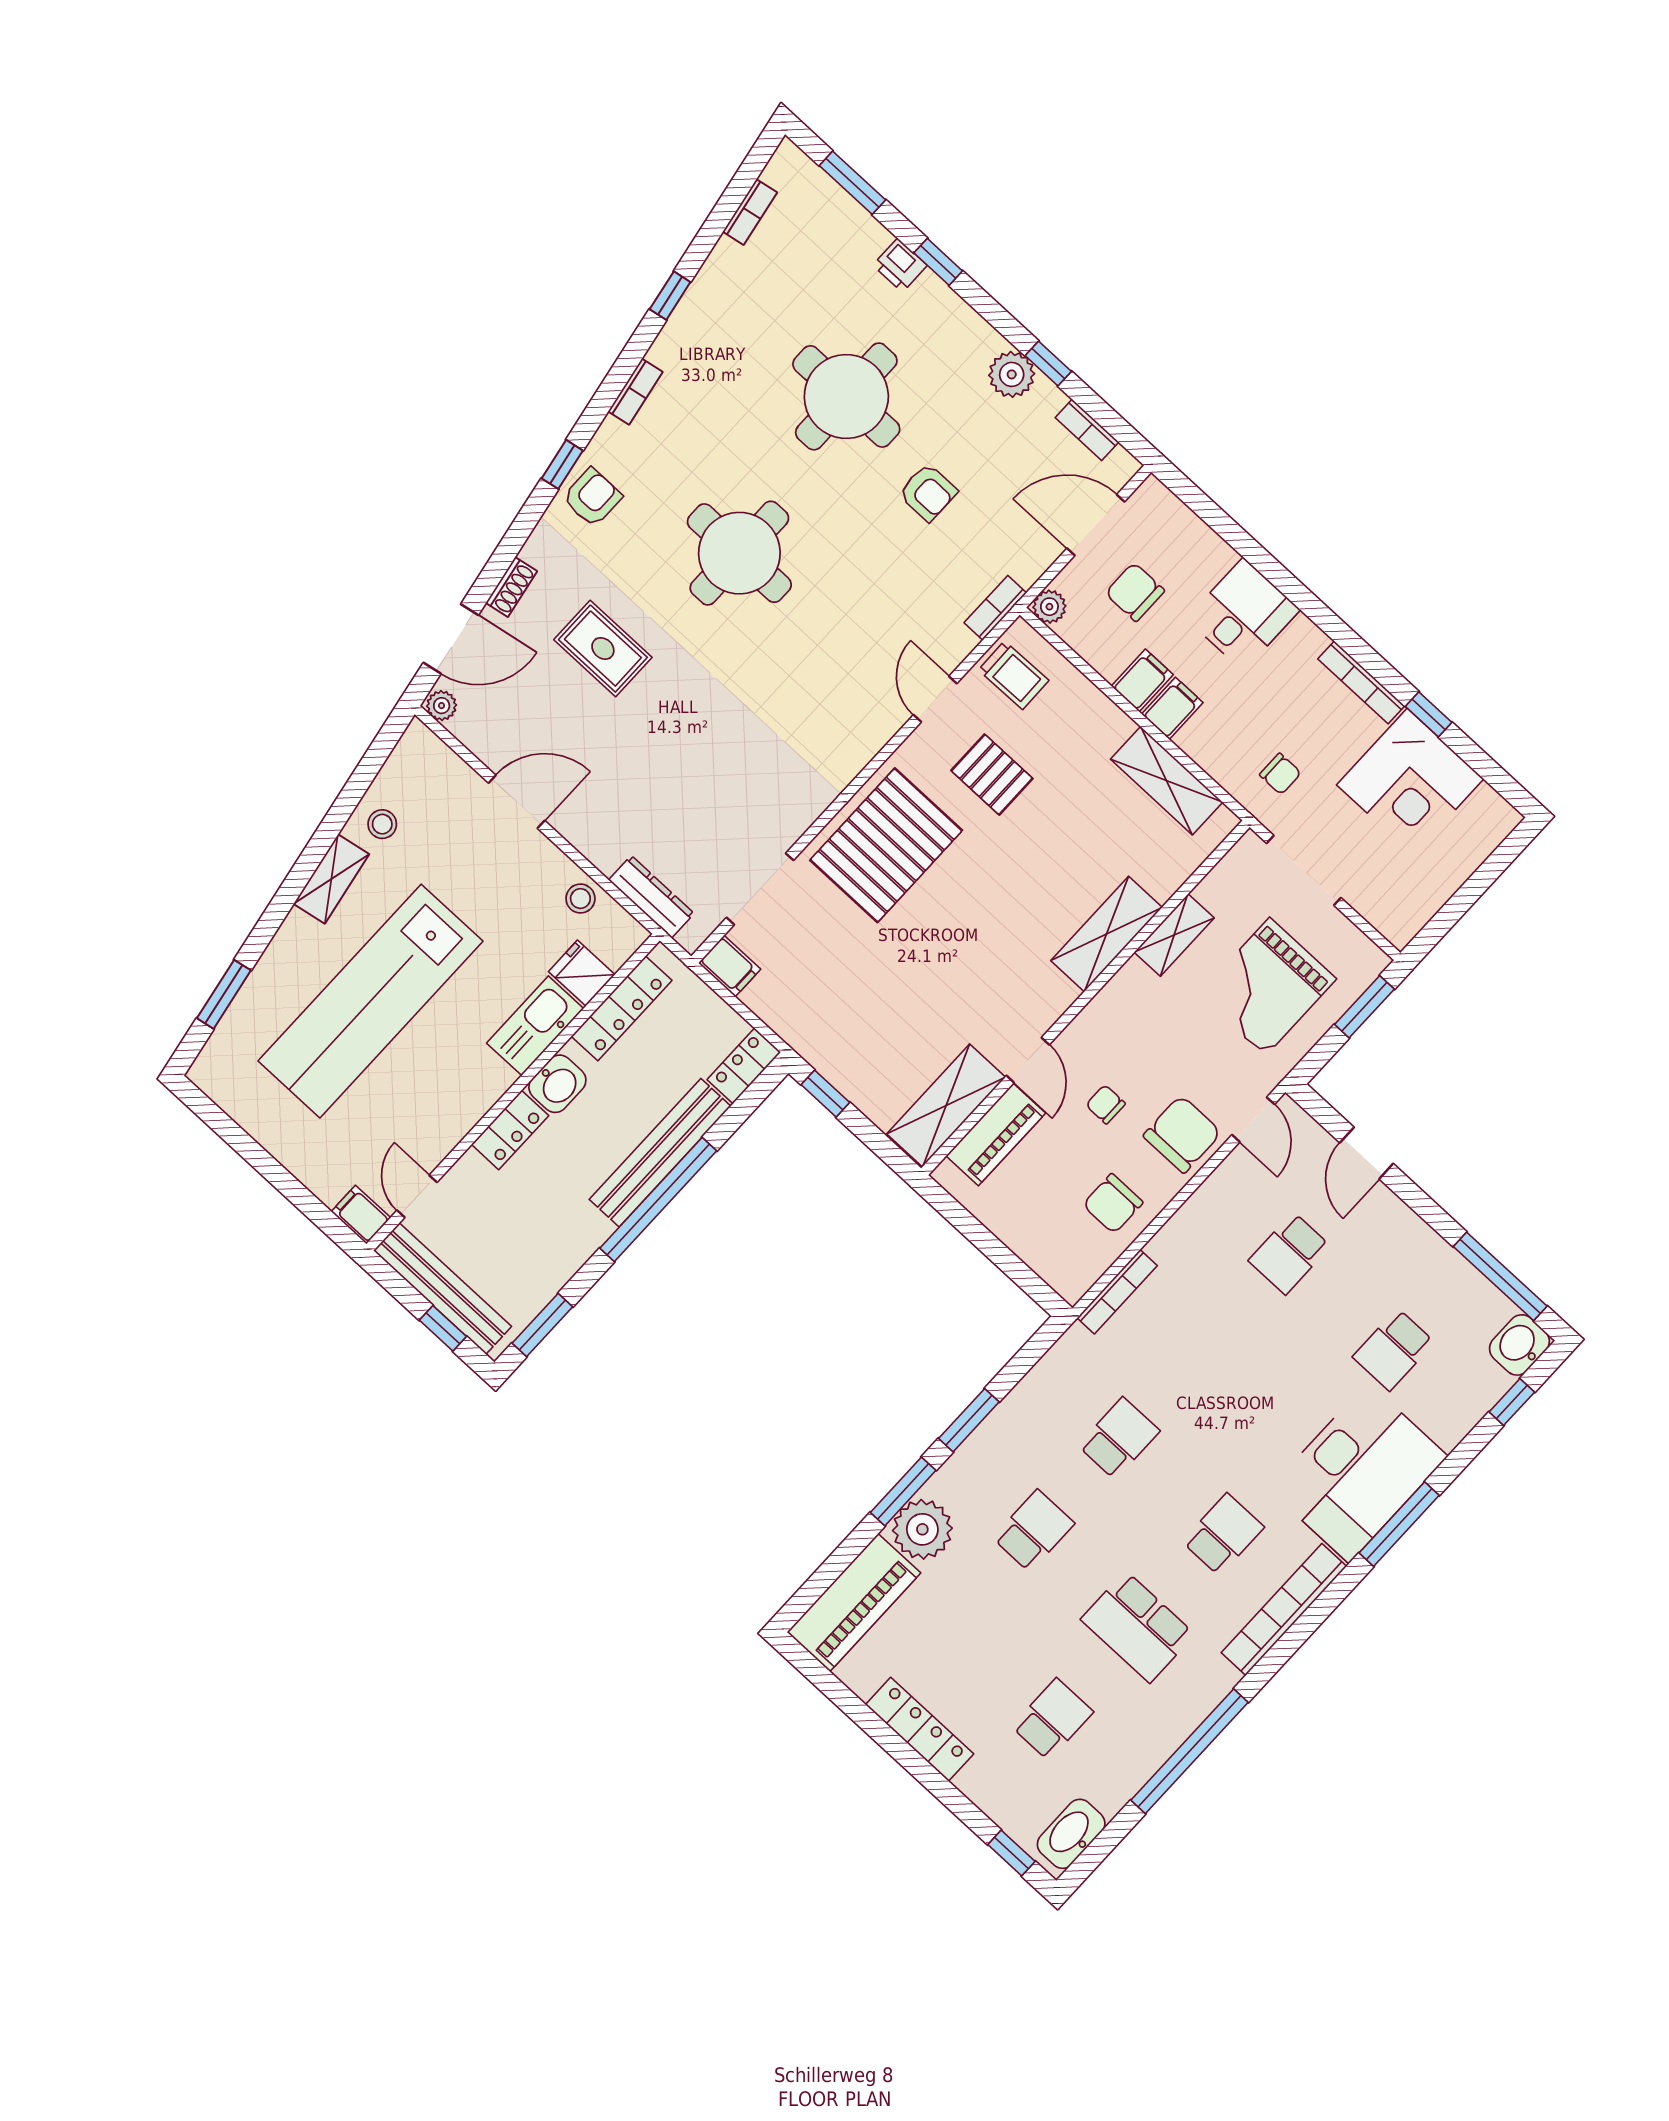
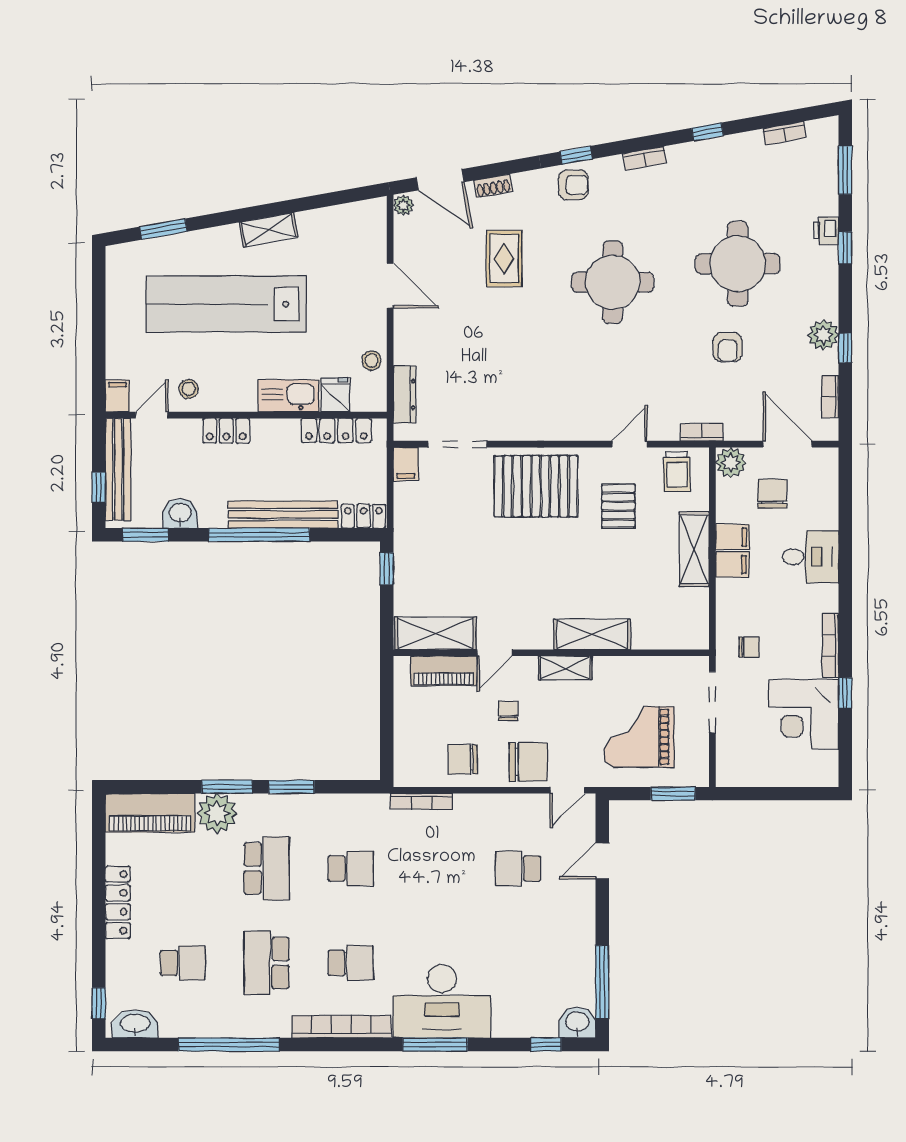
plant: (1049, 607) -> (731, 463), width x1.38, depth x1.38
chair: (1280, 774) -> (749, 647), turned -90
shelving: (1167, 781) -> (694, 549), moved
stool: (382, 824) -> (189, 389), moved
shelving: (1174, 935) -> (565, 668), moved
washbasin: (557, 1084) -> (180, 513), moved, turned 180
school desk: (1394, 1350) -> (518, 963), removed
school desk: (1034, 1531) -> (267, 868), width x1.85

